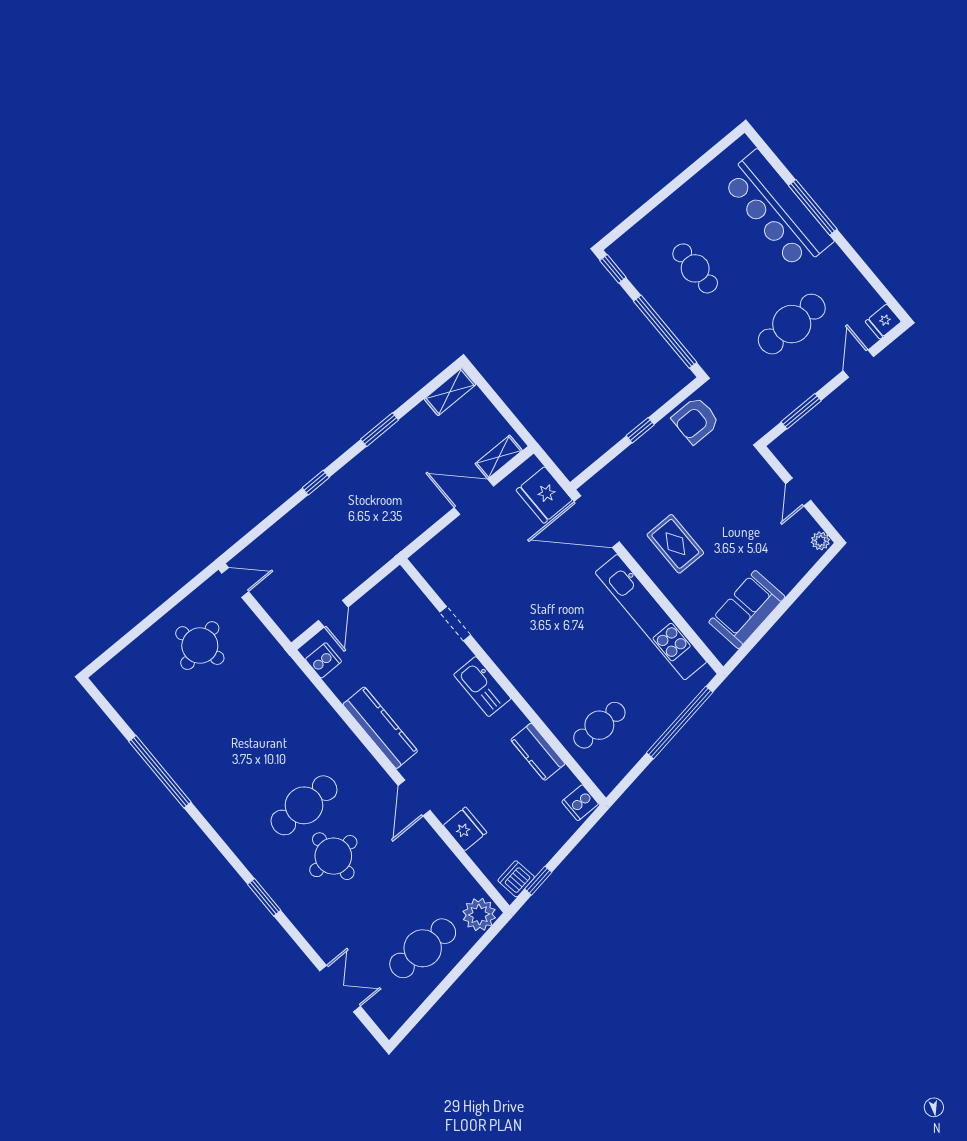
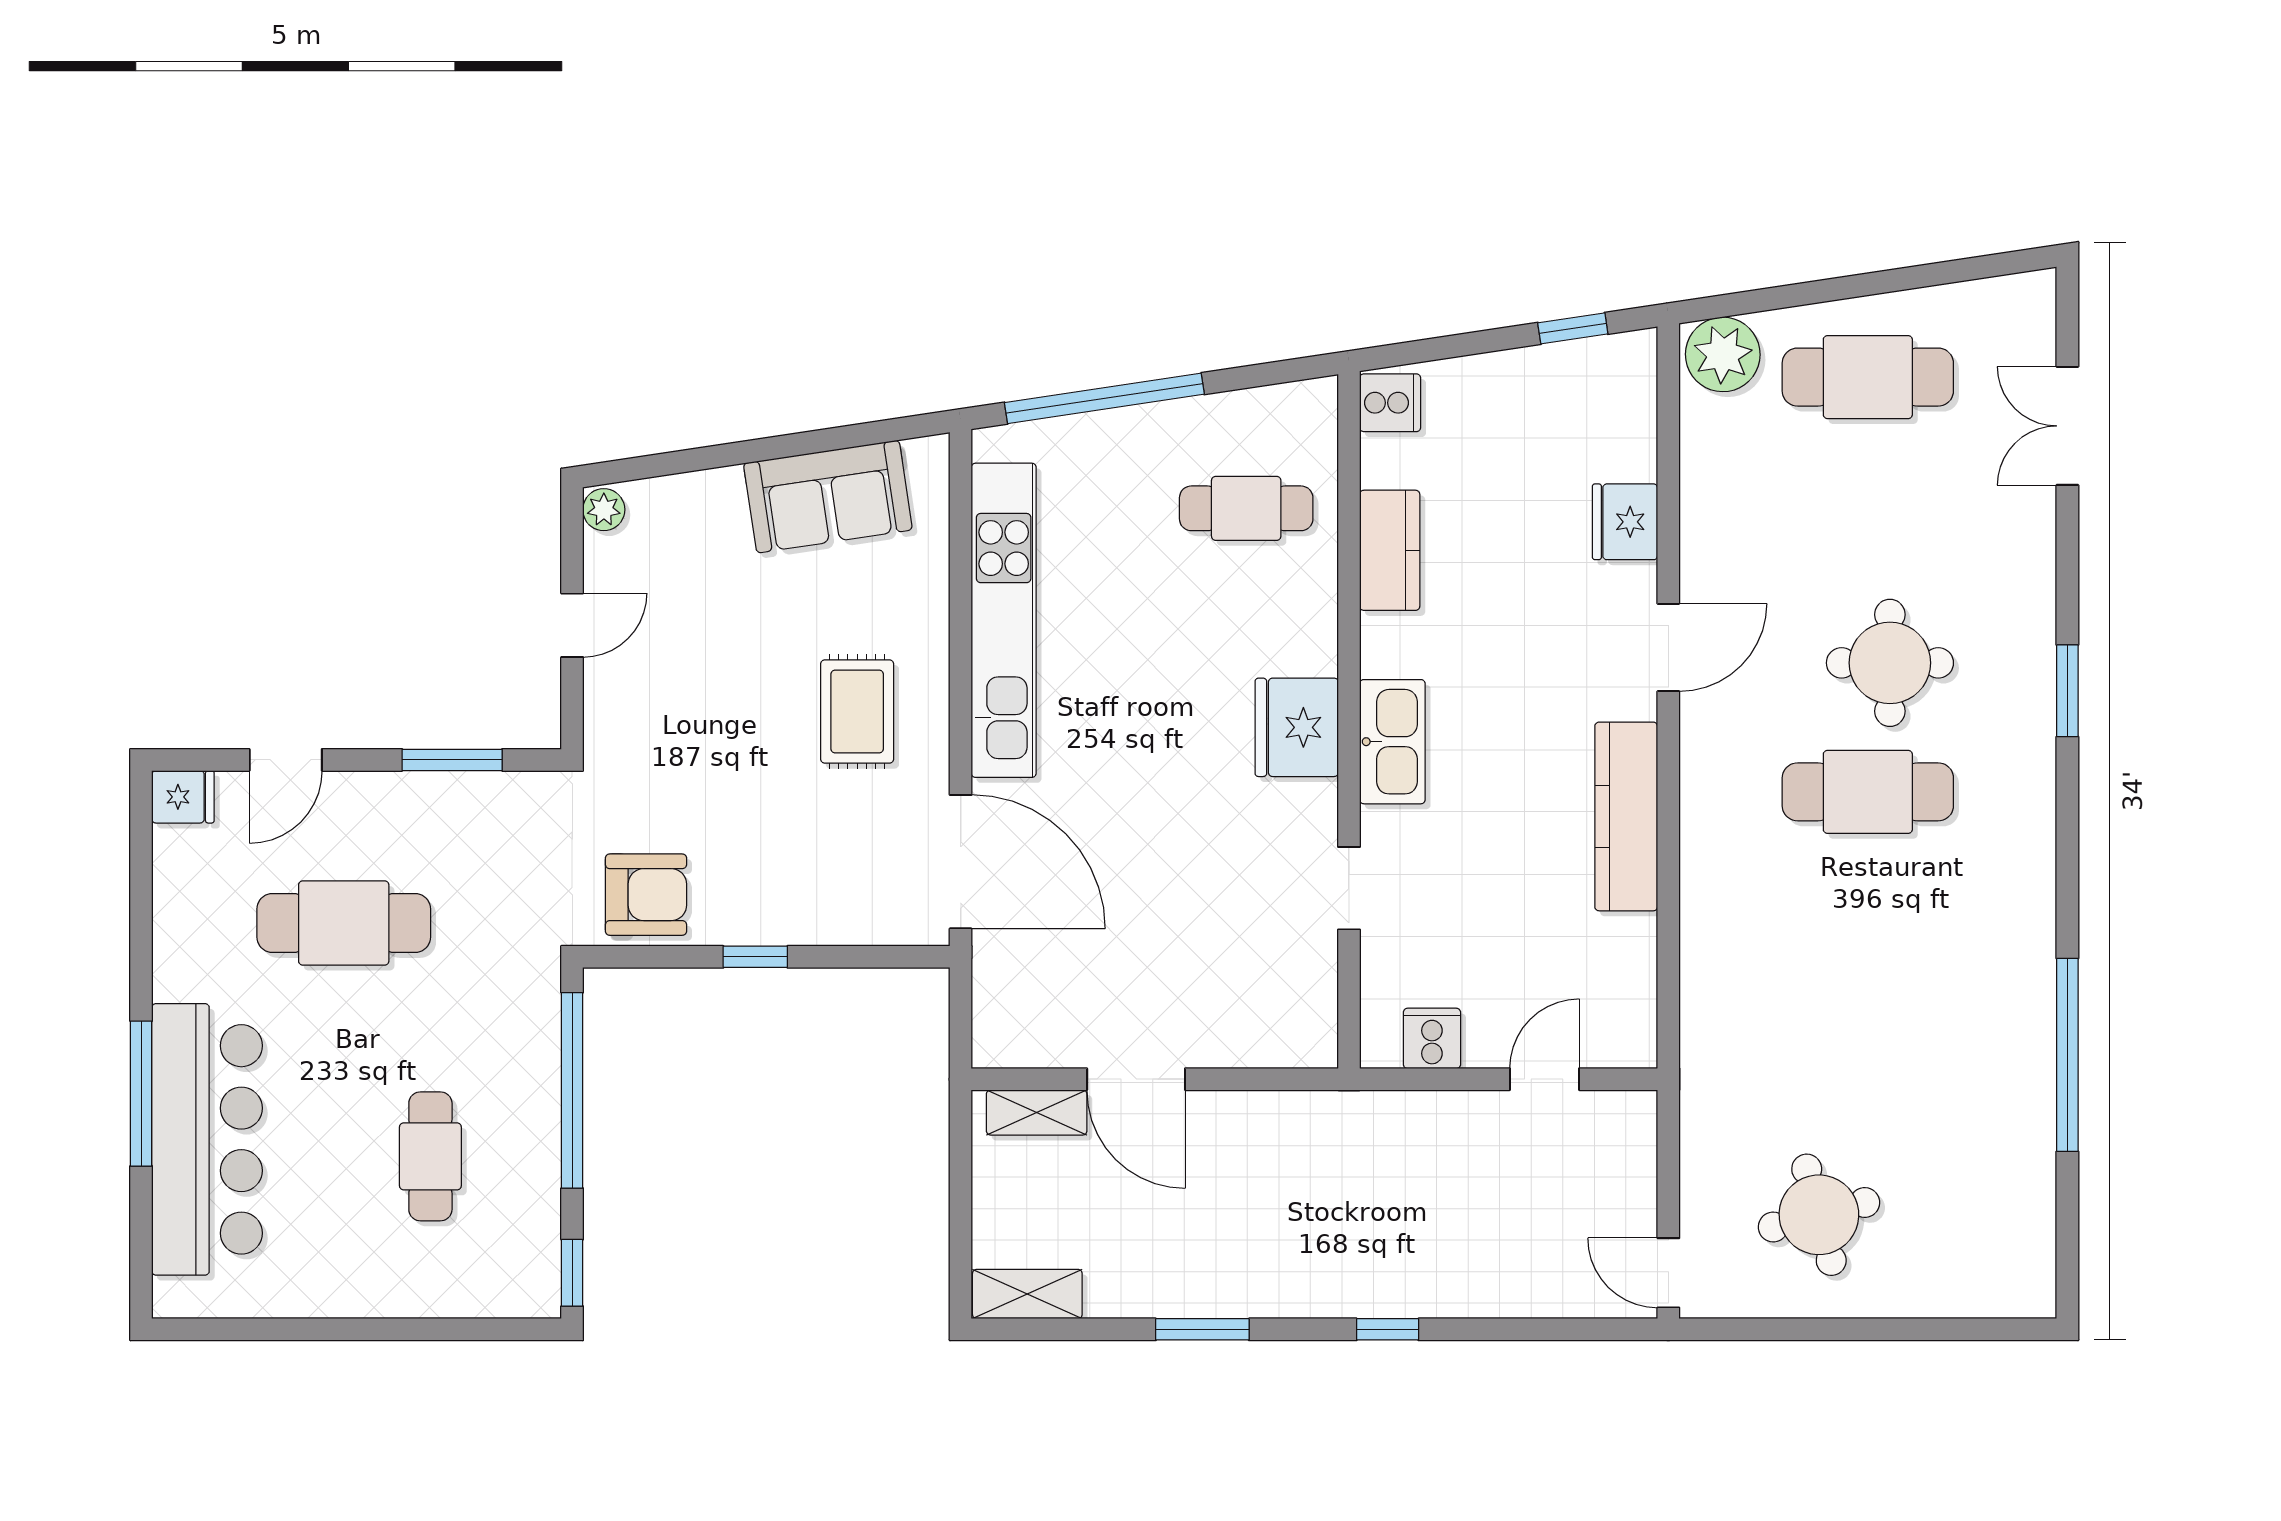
fridge: (544, 495) -> (1297, 727), moved, turned 180
cooker: (324, 660) -> (1432, 1038), moved, turned 90
dishwasher: (516, 879) -> (1608, 363), removed

